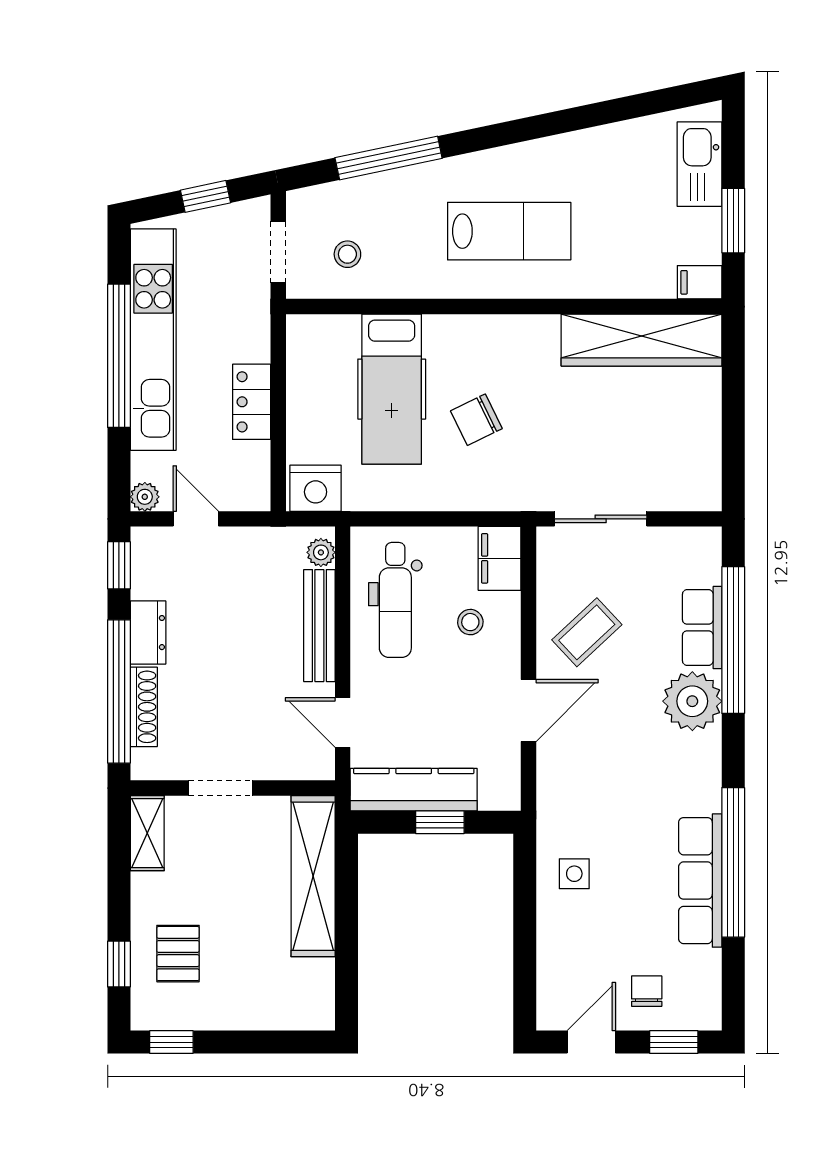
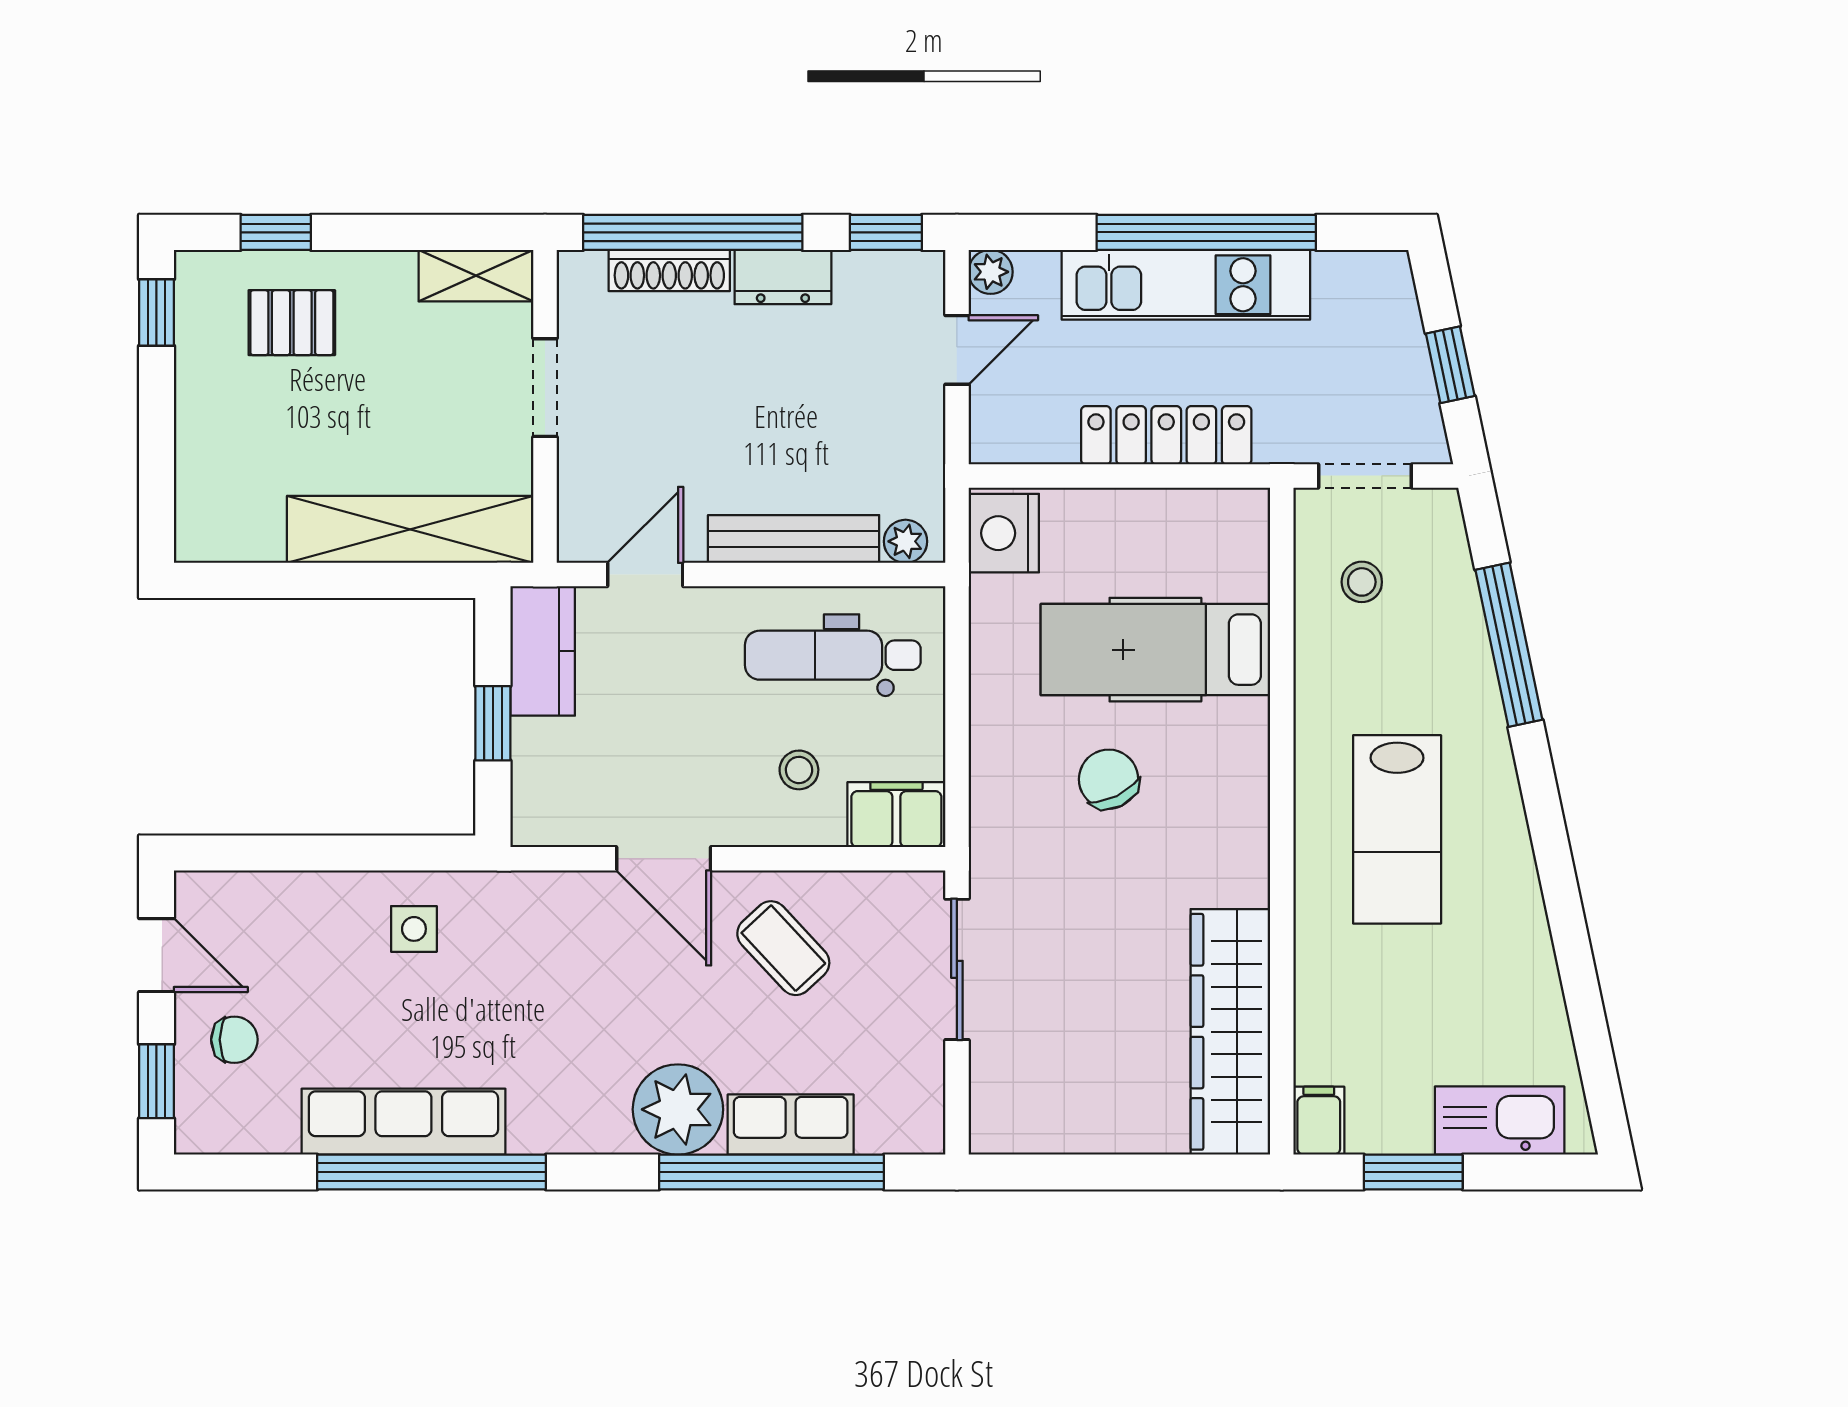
kitchen unit: (153, 340) -> (1186, 285), width x0.73
locker: (252, 402) -> (1166, 435), width x1.53
kitchen counter: (414, 790) -> (543, 651), width x0.67

